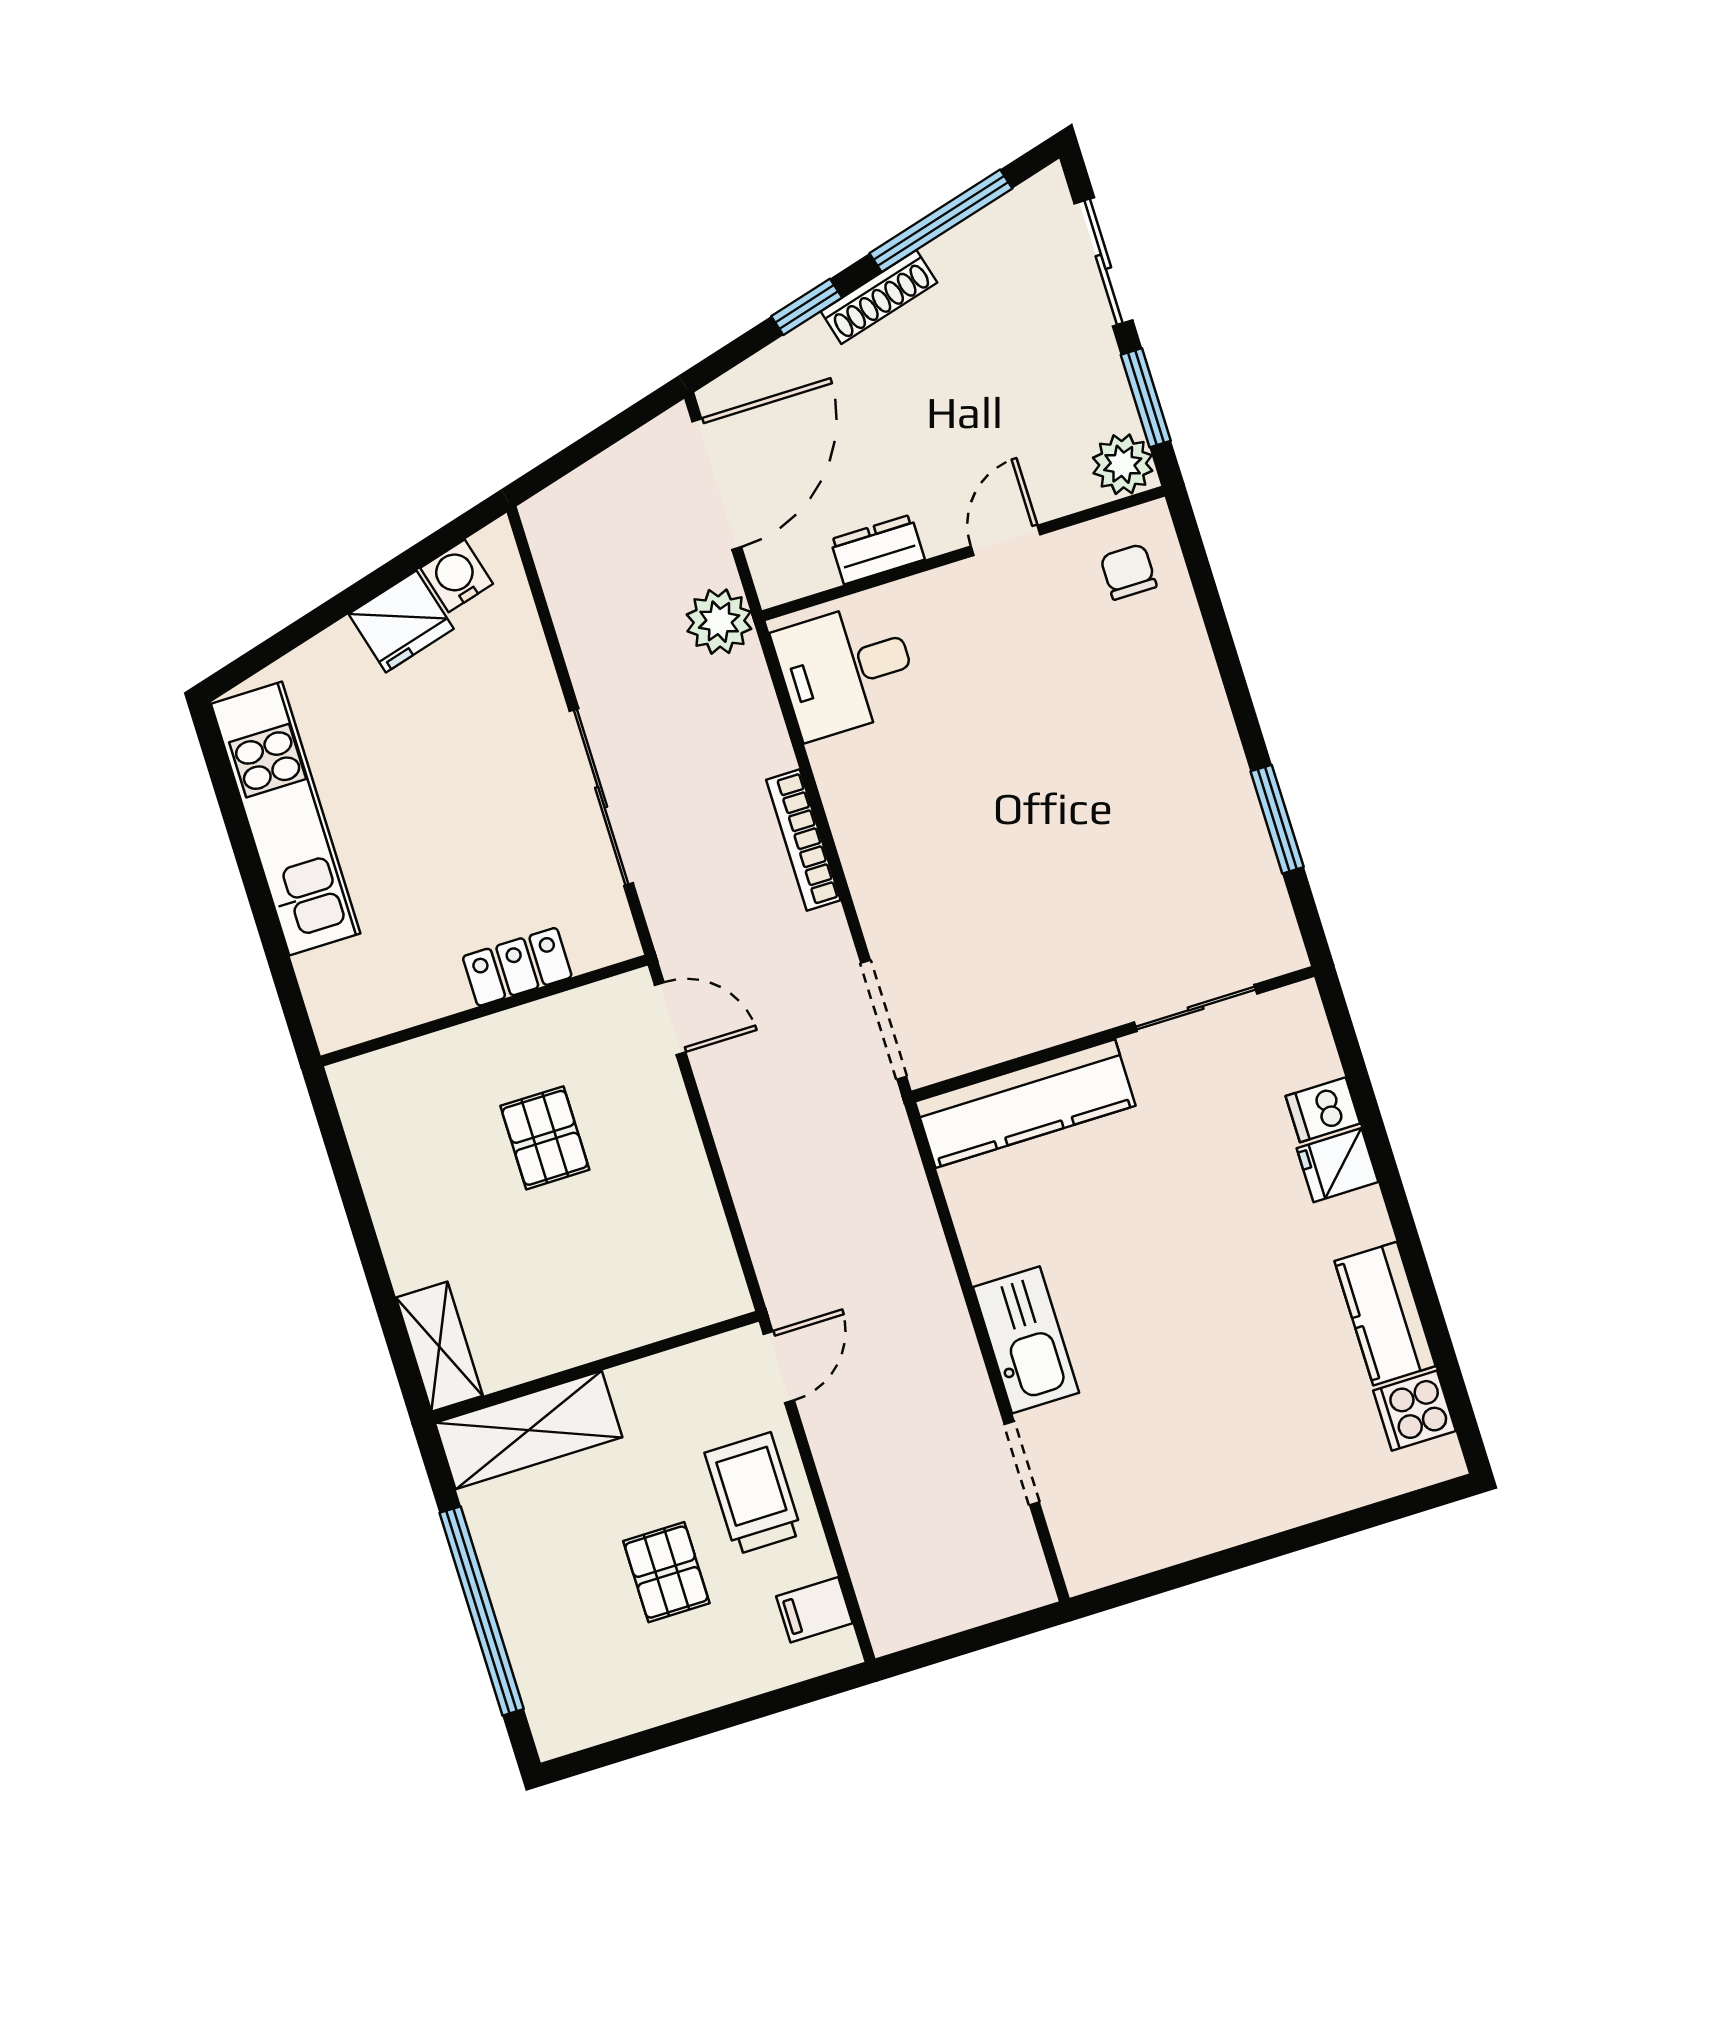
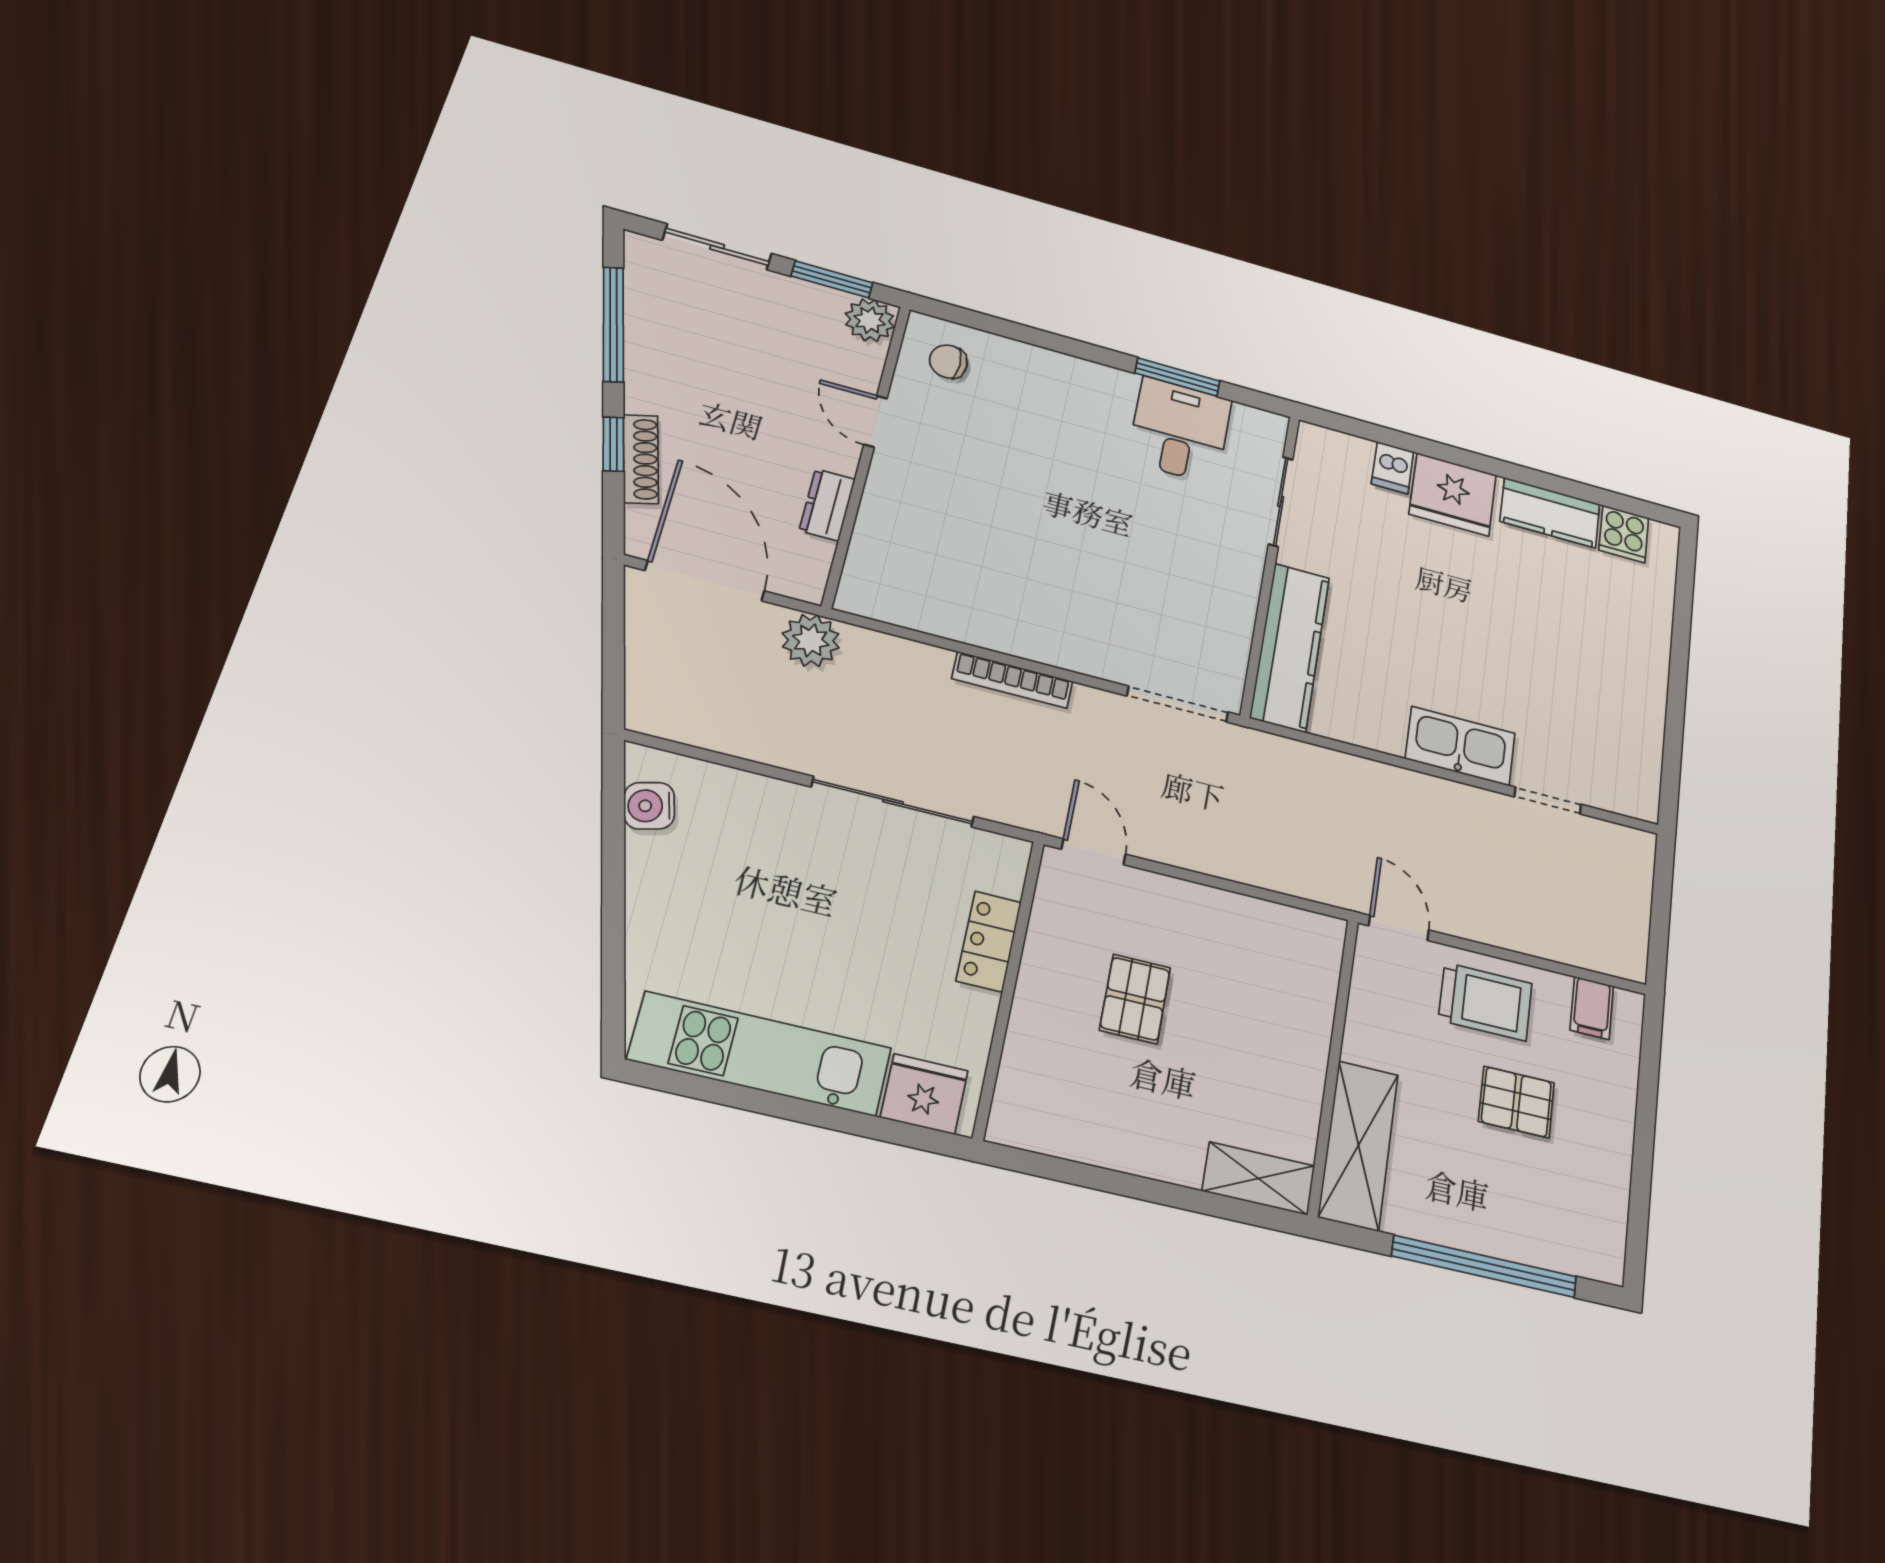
shoe rack: (879, 297) -> (641, 459), moved
fridge: (401, 621) -> (924, 1094), moved, turned -75
desk: (846, 670) -> (1180, 430), moved, turned 180
door: (670, 1019) -> (1094, 852), hinge flipped
pallet: (545, 1138) -> (1135, 999), turned 90
fridge: (1337, 1165) -> (1453, 494), width x1.88, depth x1.34
trolley: (754, 1493) -> (1485, 1002), turned 180

